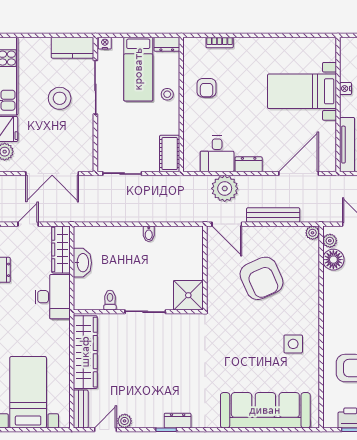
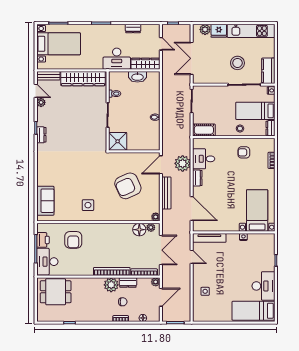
bed with nightstands: (302, 91) -> (257, 211), moved
sofa: (265, 410) -> (45, 201), width x0.54, depth x0.79

